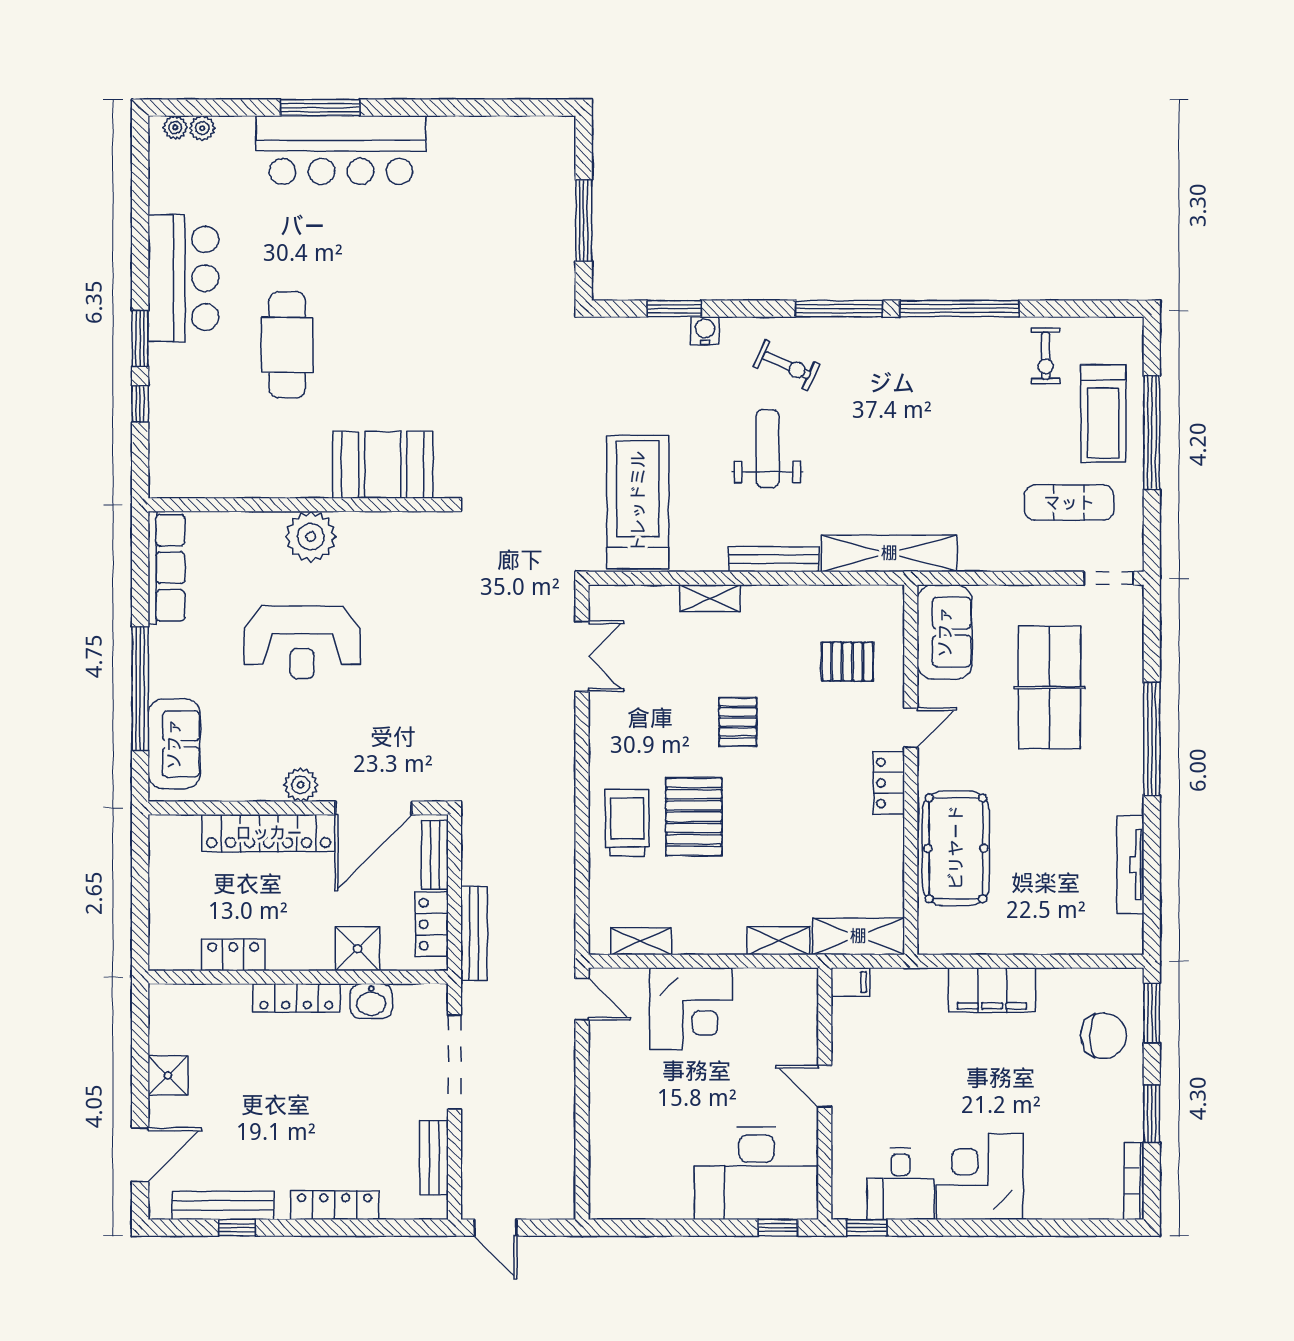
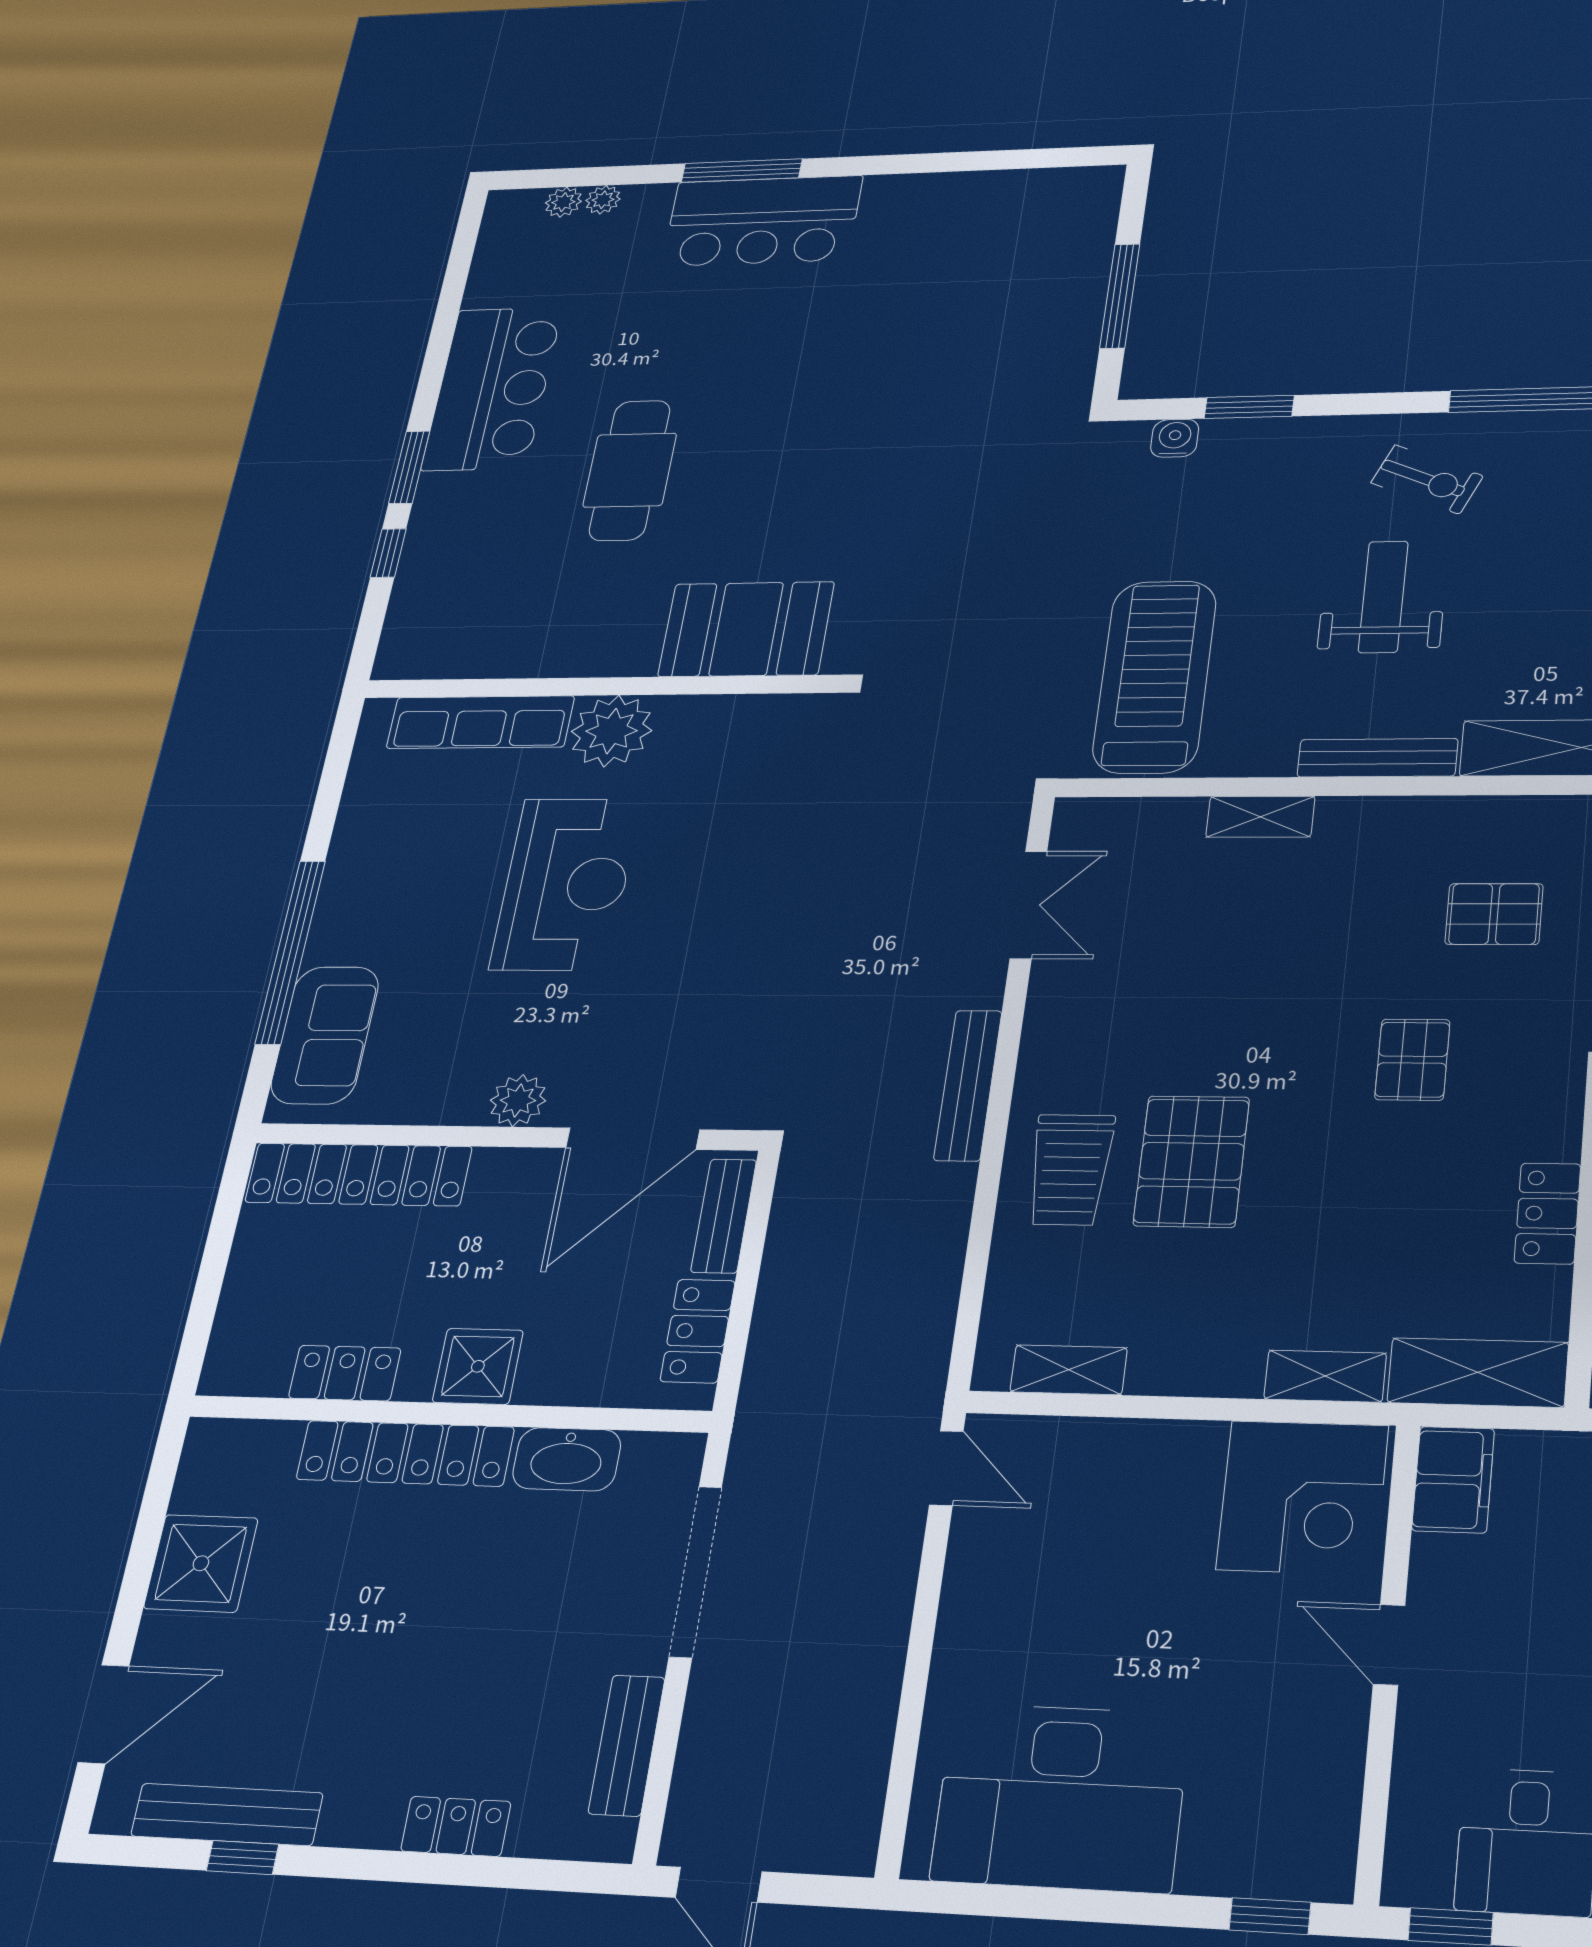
plant: (175, 127) -> (603, 200), moved
bar counter: (341, 150) -> (762, 221), width x0.73
water cooler: (705, 331) -> (1175, 438), moved
row of seats: (166, 568) -> (480, 722), moved, turned 90
reception desk: (302, 642) -> (566, 884), turned -90
pallet: (738, 722) -> (1412, 1060), moved
locker: (889, 783) -> (1547, 1213), moved
trolley: (627, 823) -> (1070, 1170), turned 180
locker: (269, 833) -> (358, 1174), moved
bench: (474, 933) -> (968, 1085), moved
shower: (357, 949) -> (478, 1366), moved
filing cabinet: (850, 982) -> (1453, 1480), width x2.00
locker: (296, 998) -> (405, 1453), width x1.41, depth x1.21
washbasin: (371, 1001) -> (567, 1459), width x1.38
corner desk: (691, 1009) -> (1303, 1497), moved
shower: (168, 1076) -> (201, 1563), width x1.36, depth x1.36
desk: (757, 1173) -> (1061, 1797), moved
locker: (335, 1205) -> (456, 1826), width x0.66

